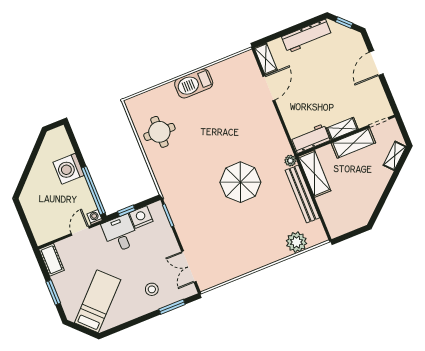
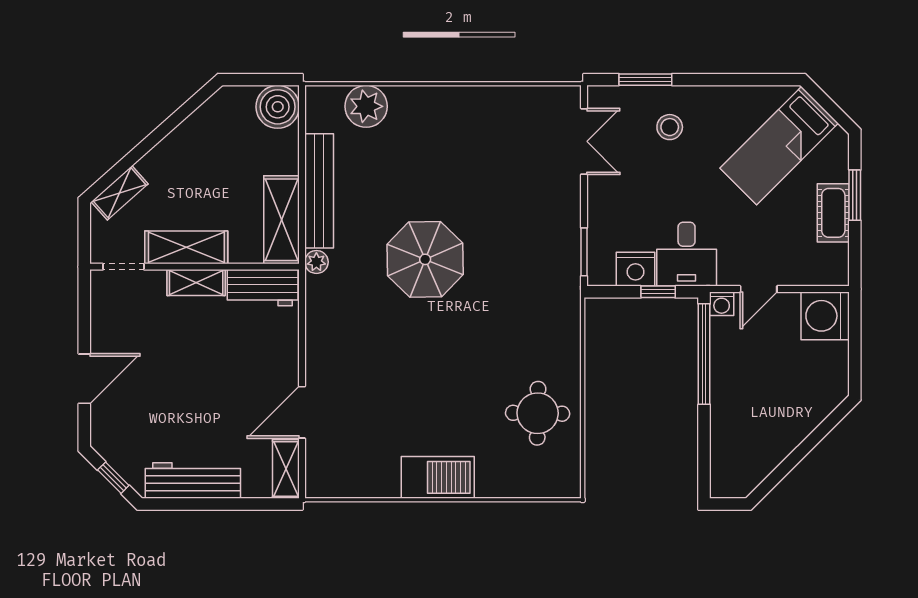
washing machine: (69, 169) -> (825, 316), moved, turned 180
boiler: (337, 225) -> (278, 107), added
cot: (52, 260) -> (833, 213), moved

